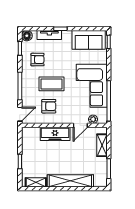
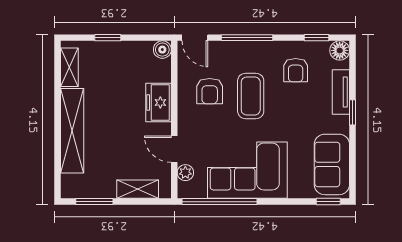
boiler: (26, 132) -> (162, 50), added
freezer: (55, 134) -> (159, 103), width x0.71

